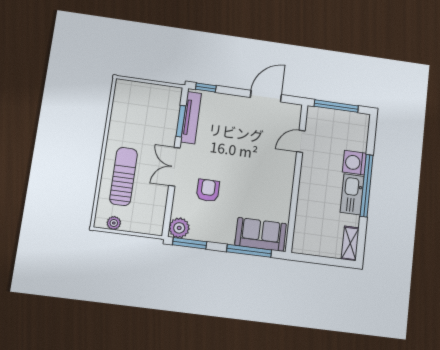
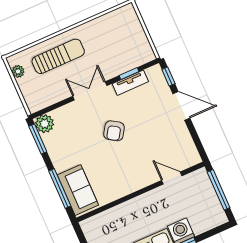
door: (266, 96) -> (181, 106), moved
tv unit: (191, 118) -> (130, 83), width x0.71
window: (181, 121) -> (129, 74), width x0.67
armchair: (208, 190) -> (114, 131), moved, turned 123

